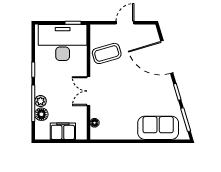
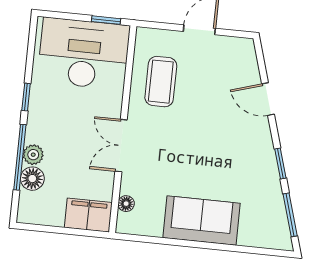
coffee table: (107, 53) -> (161, 82), turned -74
door: (167, 57) -> (268, 99), width x0.53
sofa: (158, 128) -> (201, 221), moved
filing cabinet: (63, 131) -> (88, 215), moved

